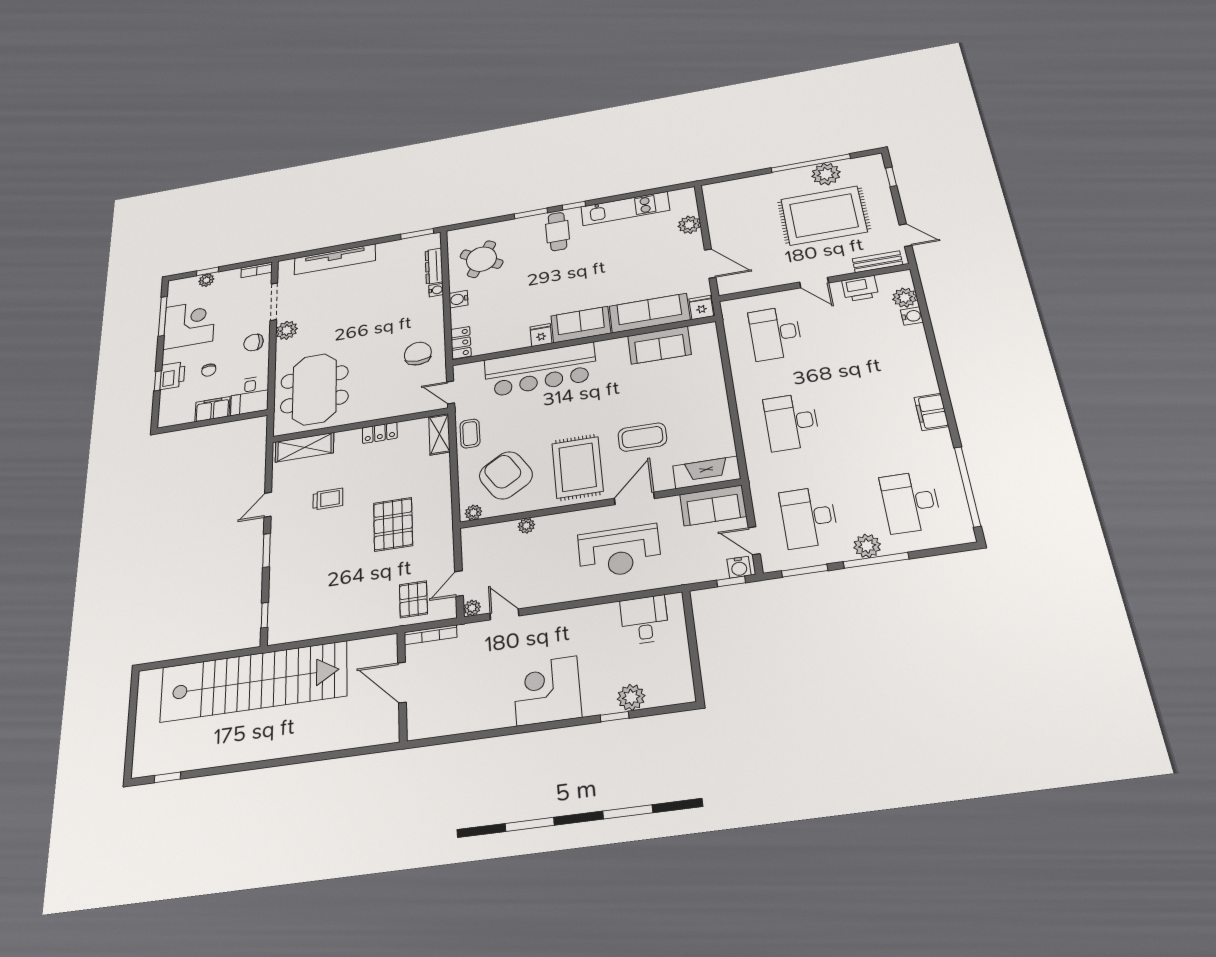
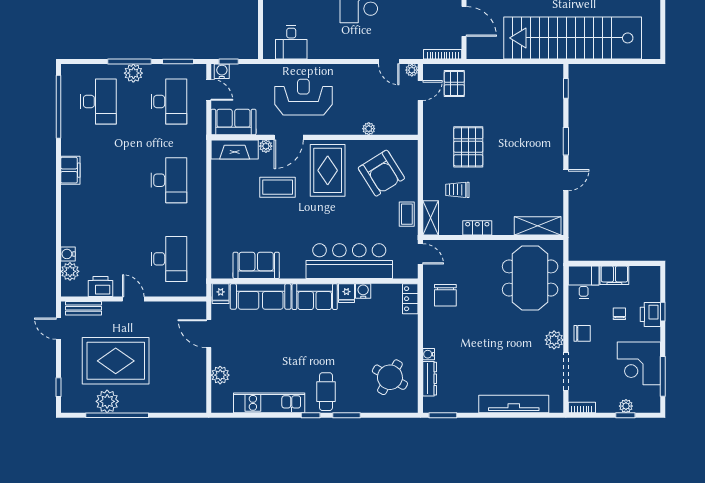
water cooler: (459, 299) -> (363, 291), moved, turned -90
trolley: (328, 499) -> (457, 190), moved
plant: (473, 513) -> (266, 146), moved

